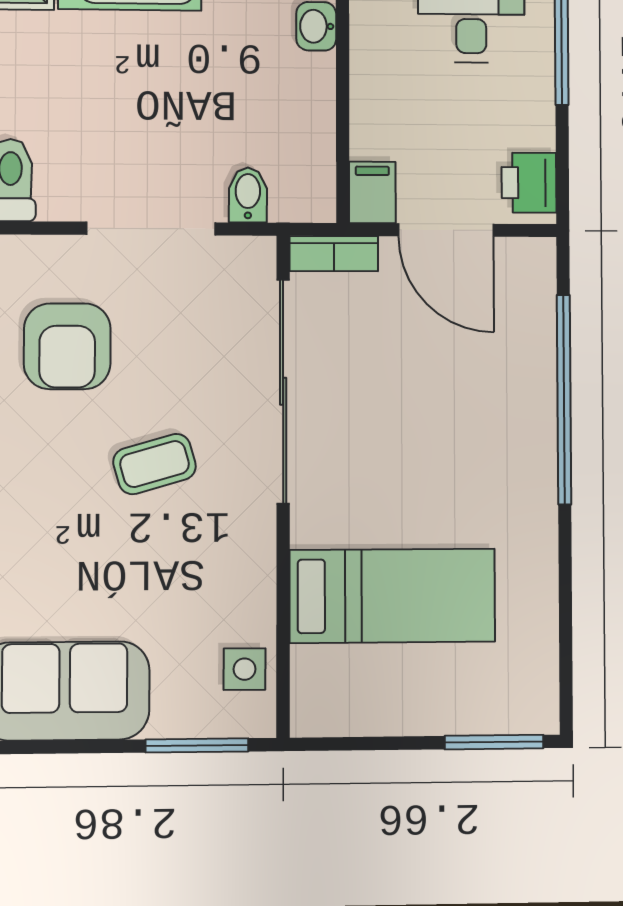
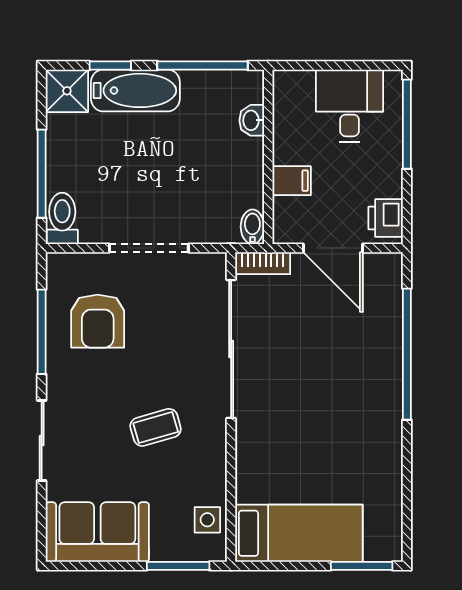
filing cabinet: (372, 192) -> (292, 181), moved, turned 90
bidet: (248, 195) -> (252, 227), moved
coffee table: (155, 464) -> (156, 427), moved
bed: (393, 596) -> (299, 533), moved

